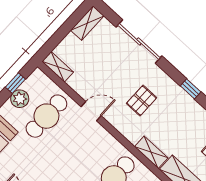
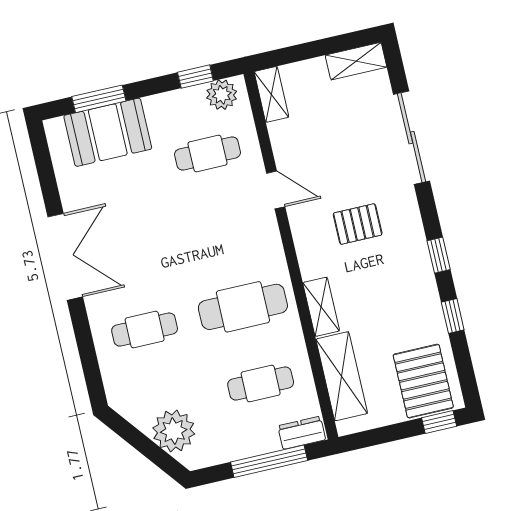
plant: (20, 99) -> (222, 95), moved
cafe table: (46, 116) -> (208, 153), width x0.73, depth x0.74

